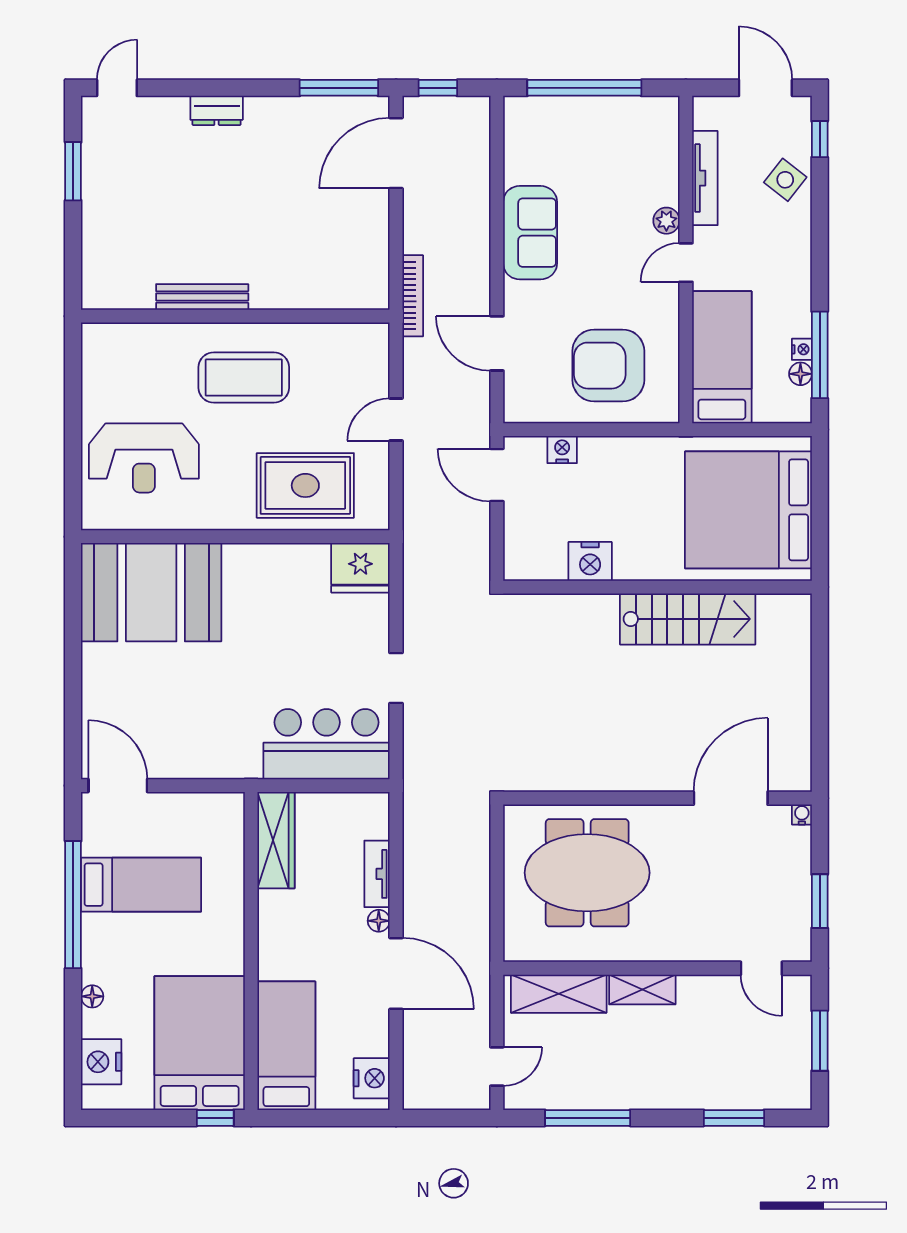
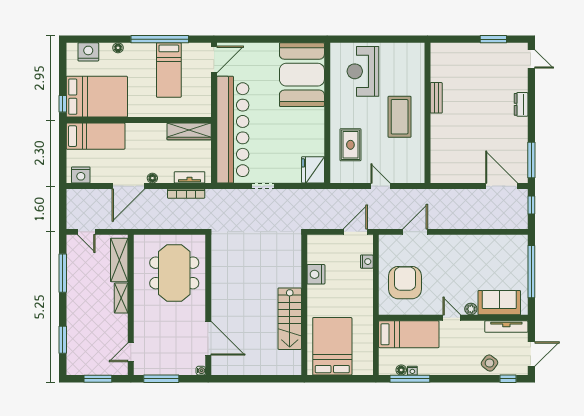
tv unit: (705, 178) -> (506, 327), moved
sofa: (530, 233) -> (499, 303), moved, turned 180
bookcase: (413, 296) -> (186, 194), moved
bench: (202, 297) -> (436, 98), width x0.73
rug: (305, 485) -> (350, 145), width x0.73, depth x0.70
bed: (748, 510) -> (332, 346), width x0.73
bar counter: (326, 744) -> (233, 130), width x1.86
tv unit: (377, 874) -> (190, 177), moved
window: (820, 901) -> (161, 379), width x1.44

